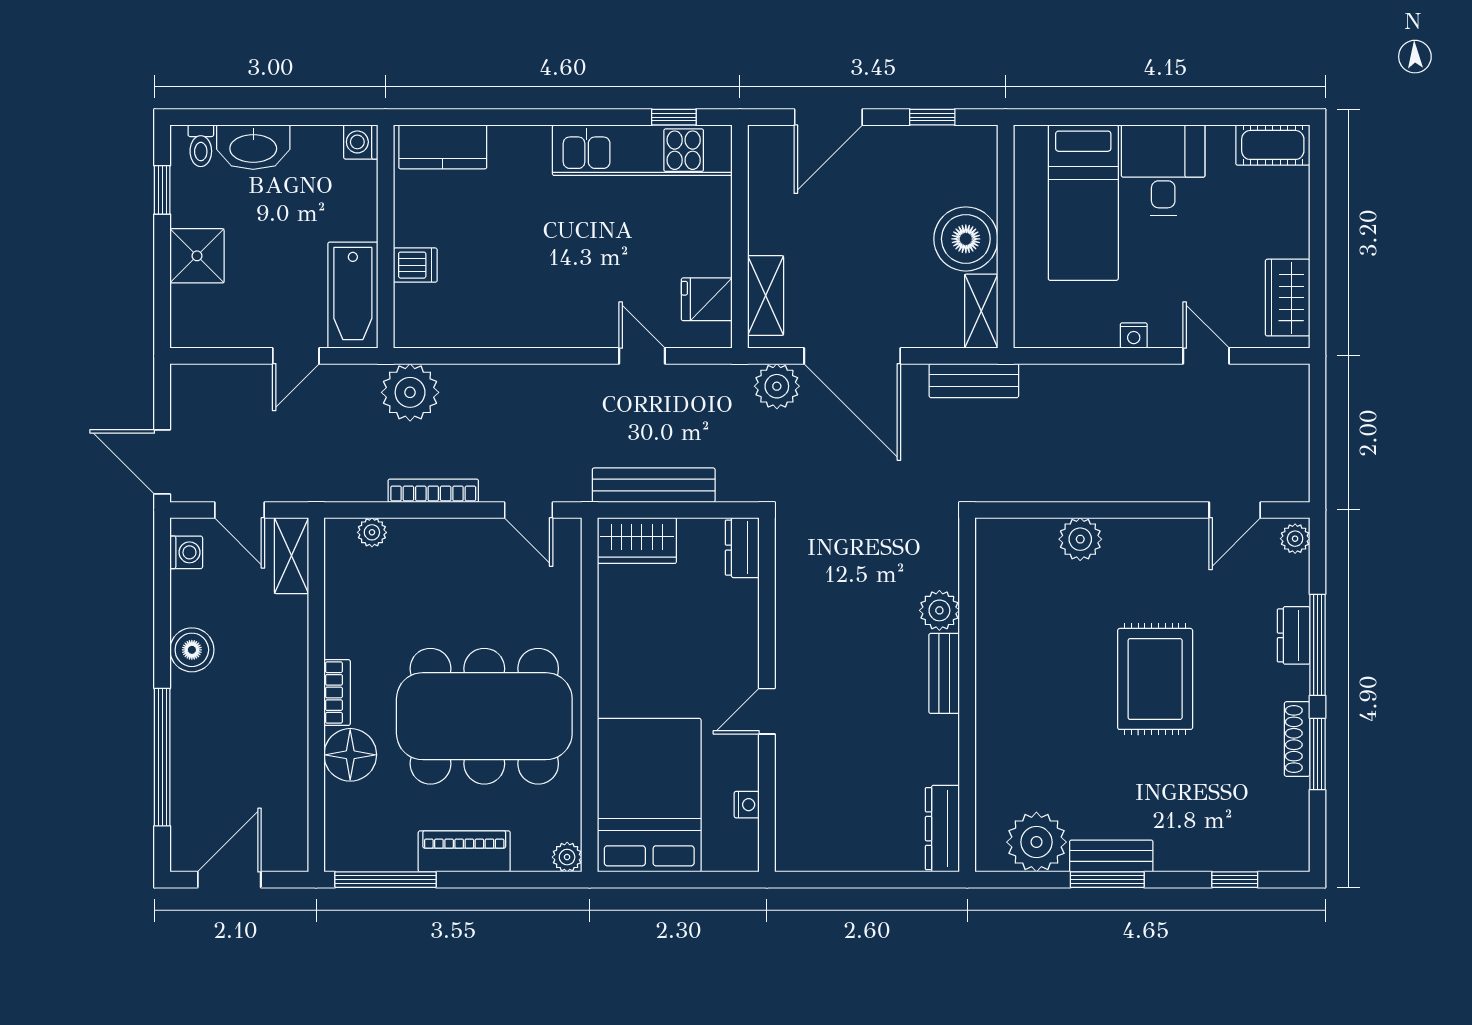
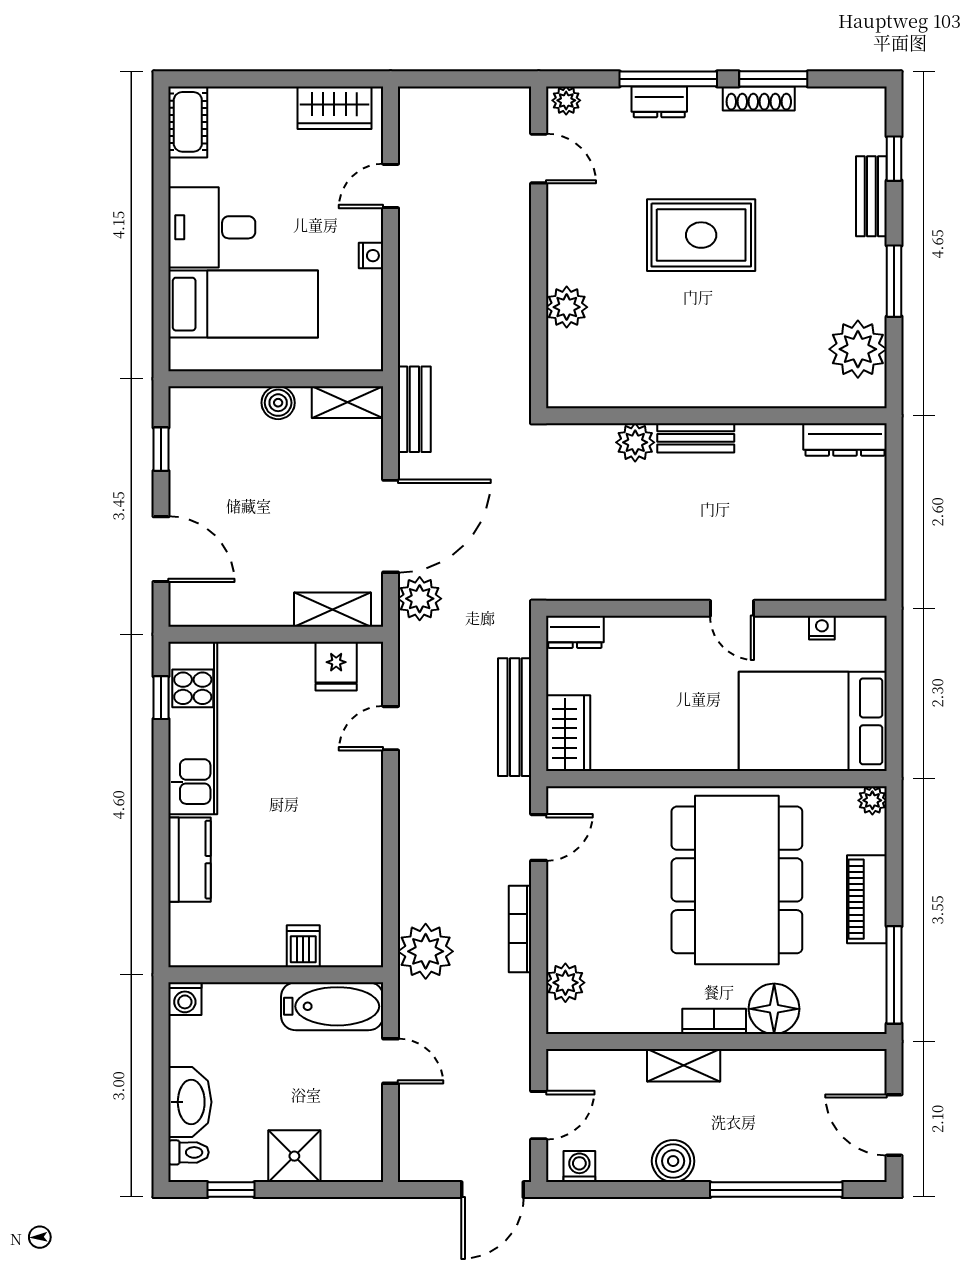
kitchen counter: (443, 147) -> (190, 860), moved
boiler: (966, 239) -> (278, 403), width x0.54, depth x0.54
plant: (372, 532) -> (565, 983), width x1.38, depth x1.38
shelving: (291, 556) -> (684, 1065), moved
bench: (1111, 856) -> (871, 196), moved

